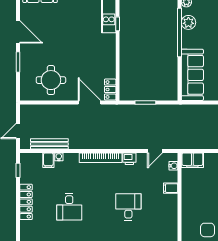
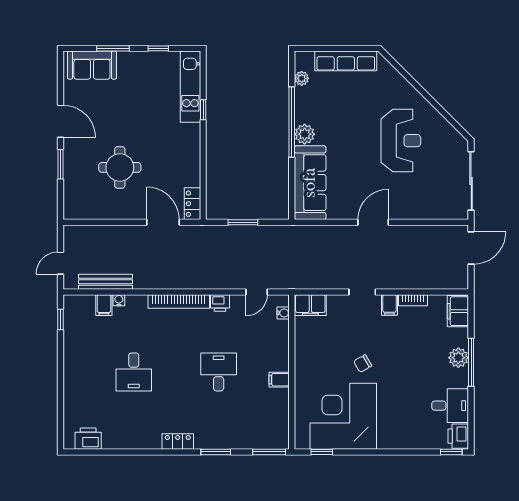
plant: (188, 22) -> (305, 134), moved
round table: (51, 80) -> (120, 167), moved
filing cabinet: (171, 188) -> (279, 380), moved
locker: (26, 202) -> (72, 365), removed

